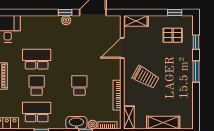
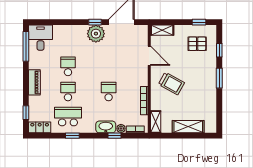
plant: (66, 20) -> (96, 34), width x1.87, depth x1.87
door: (122, 48) -> (149, 56), swing flipped
school desk: (37, 59) -> (68, 66), width x0.54

